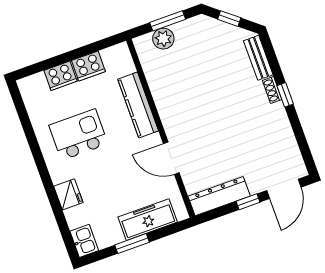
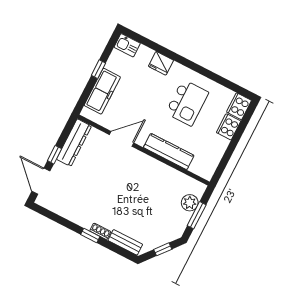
cooker: (88, 66) -> (239, 106), moved
window: (132, 244) -> (98, 69), width x0.67

